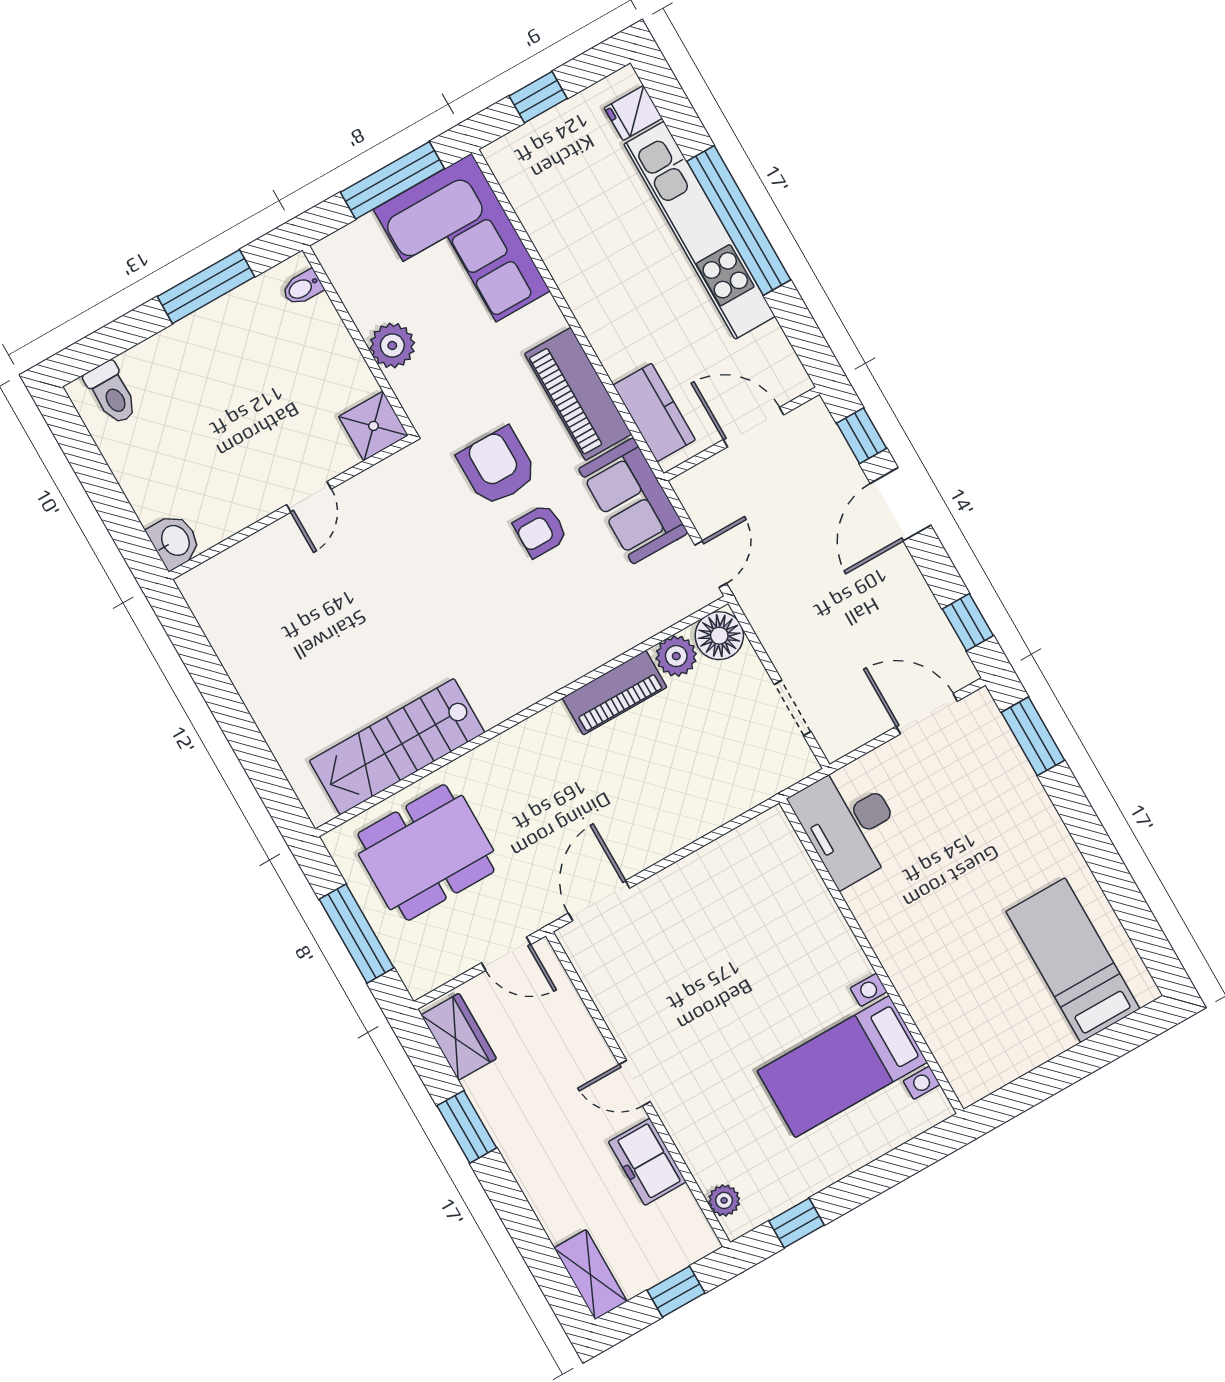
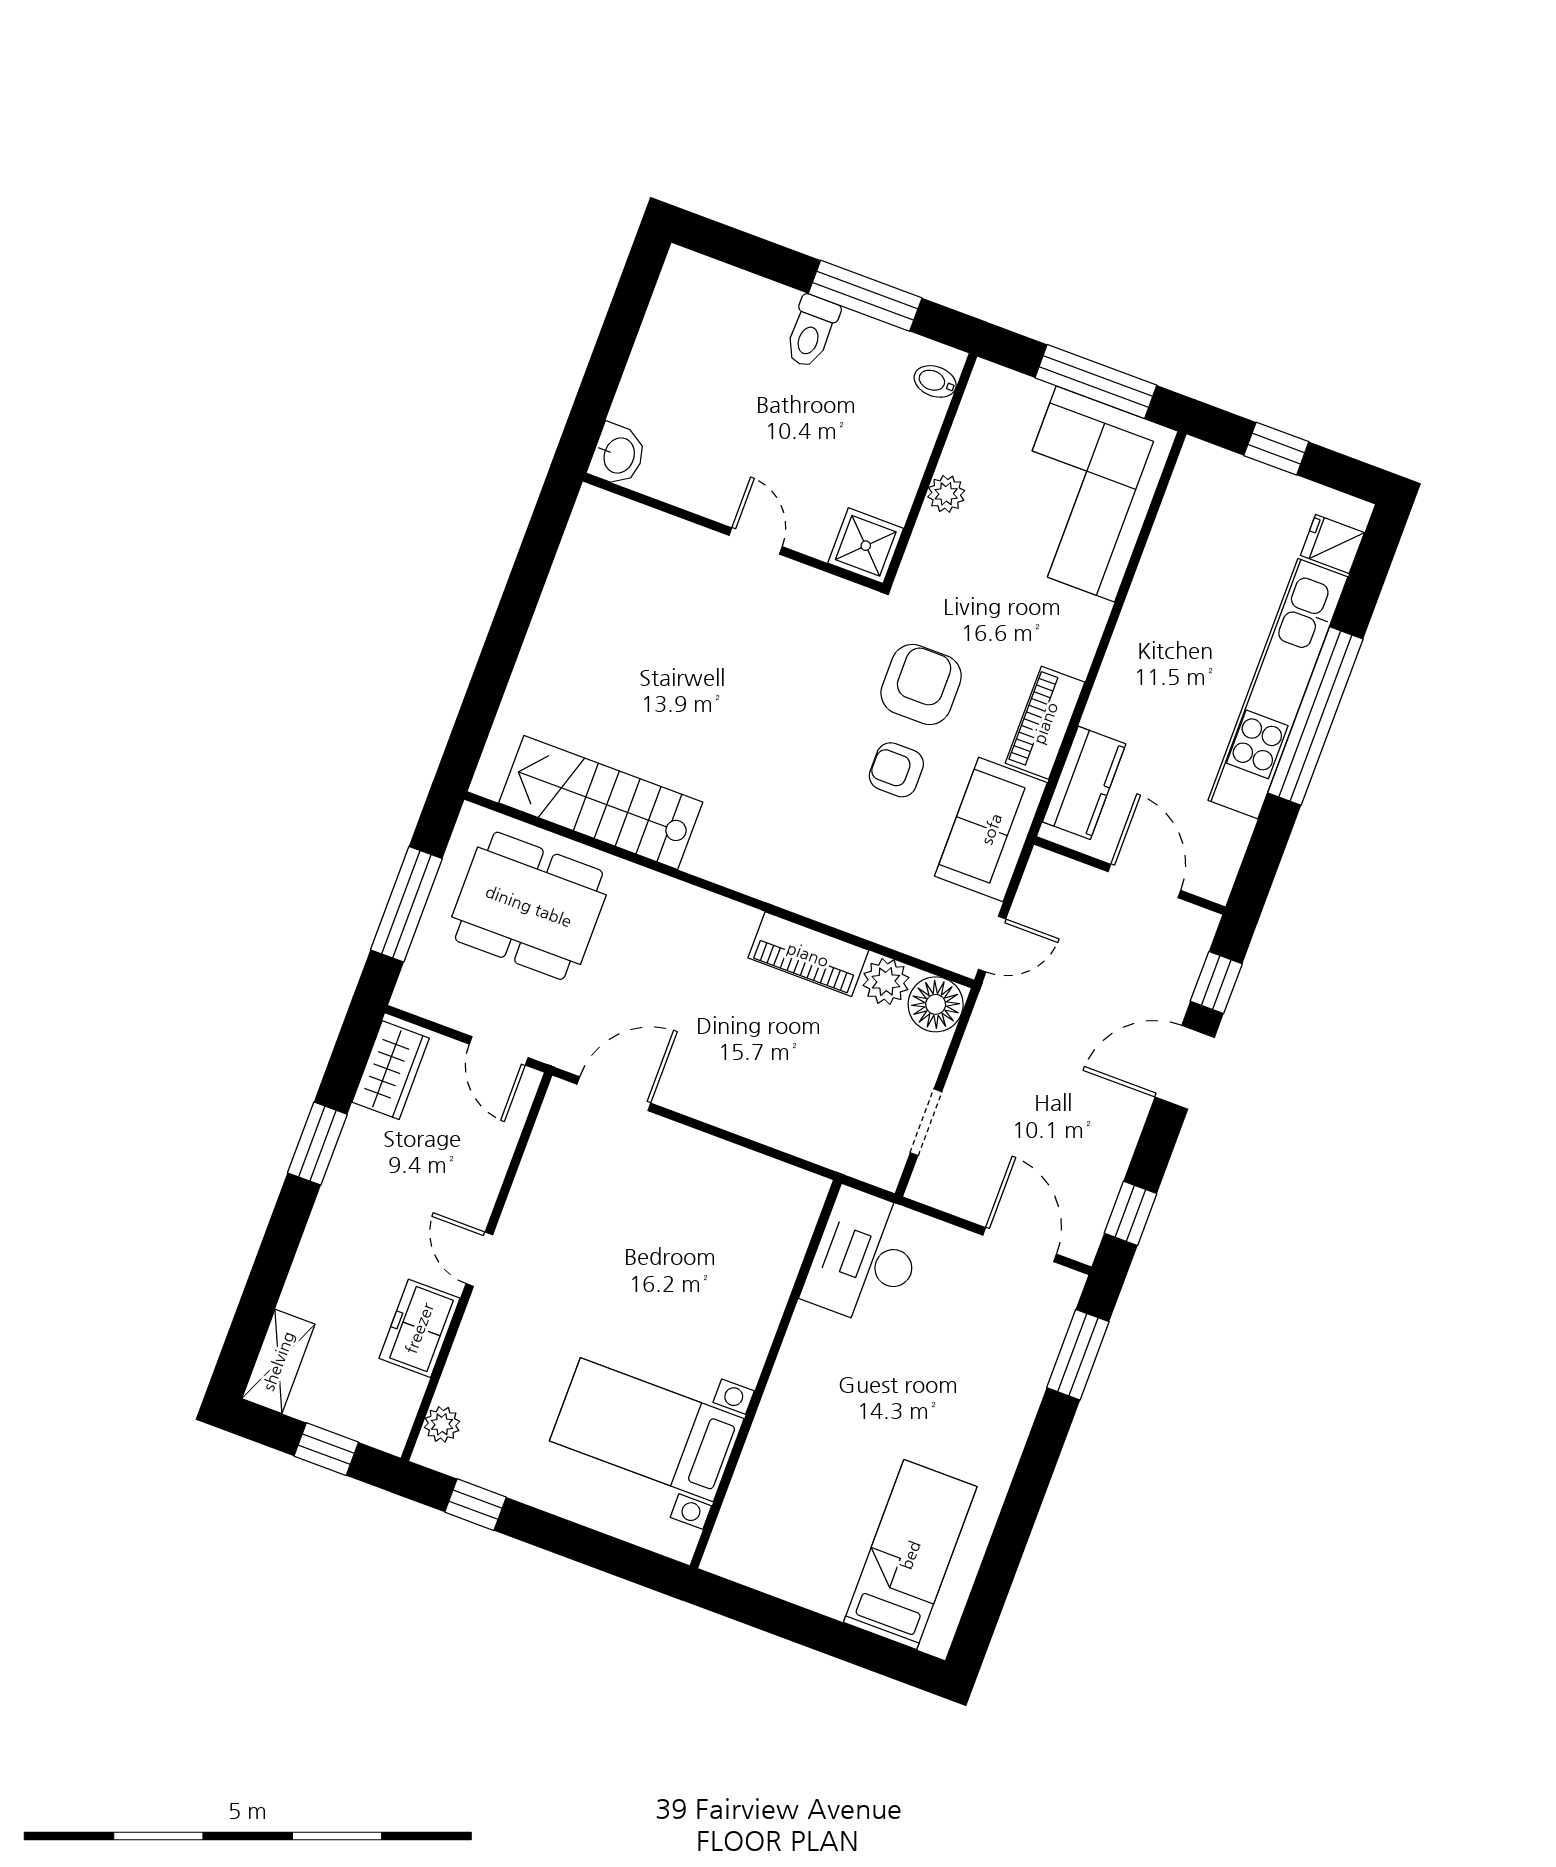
plant: (392, 345) -> (946, 494), width x0.73, depth x0.73
toilet: (111, 393) -> (811, 331), moved
piano: (578, 394) -> (1045, 723), width x0.73, depth x0.75
door: (309, 497) -> (756, 541), swing flipped

